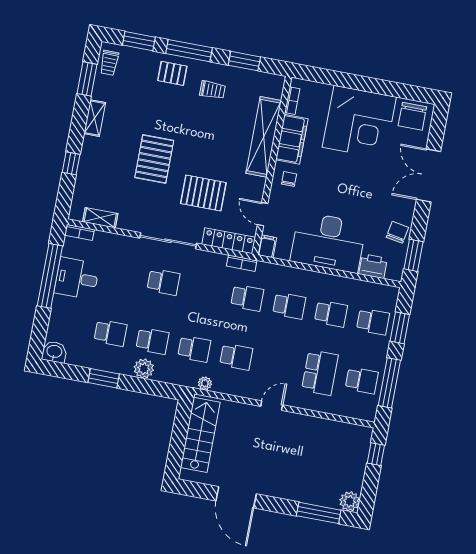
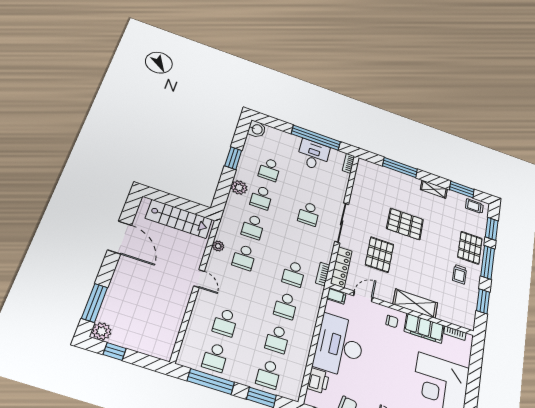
pallet: (172, 73) -> (470, 248), width x1.50, depth x1.42
shelving: (264, 137) -> (415, 304), width x0.68
window: (71, 163) -> (400, 168), width x2.17
shelving: (100, 218) -> (360, 179), removed
school desk: (320, 373) -> (225, 322), width x0.54
plant: (205, 383) -> (218, 246), moved
window: (376, 454) -> (115, 351), moved
door: (236, 497) -> (120, 237), swing flipped

